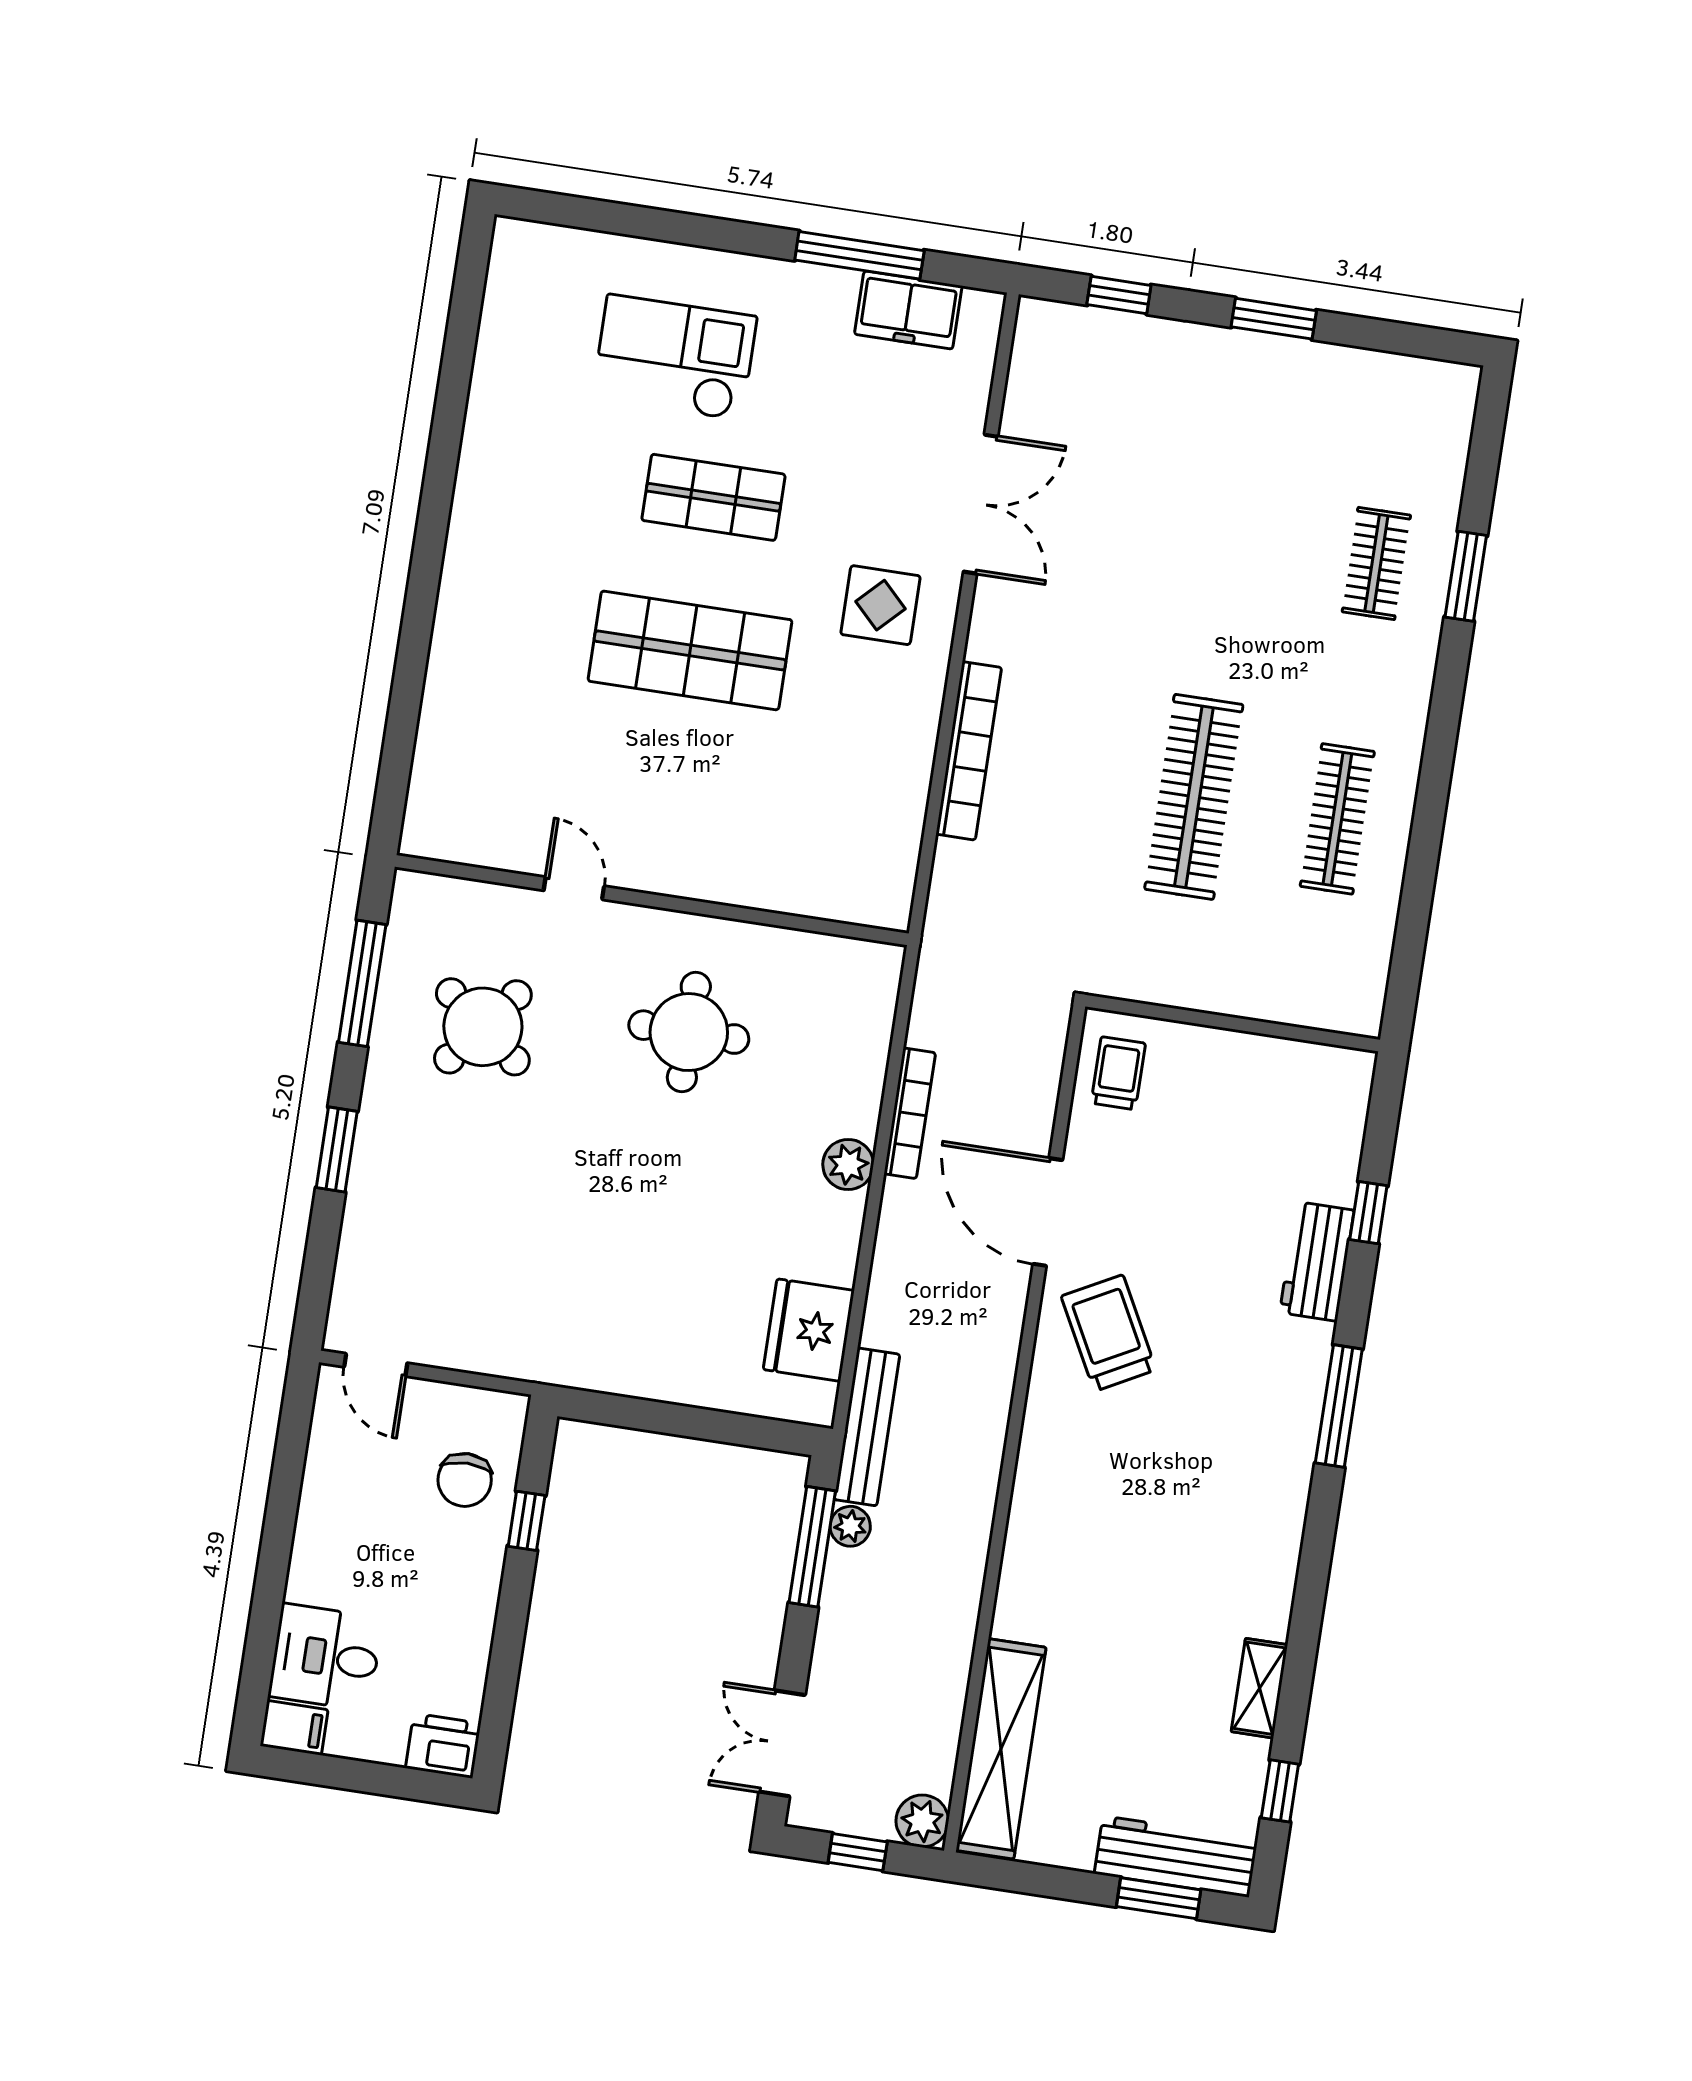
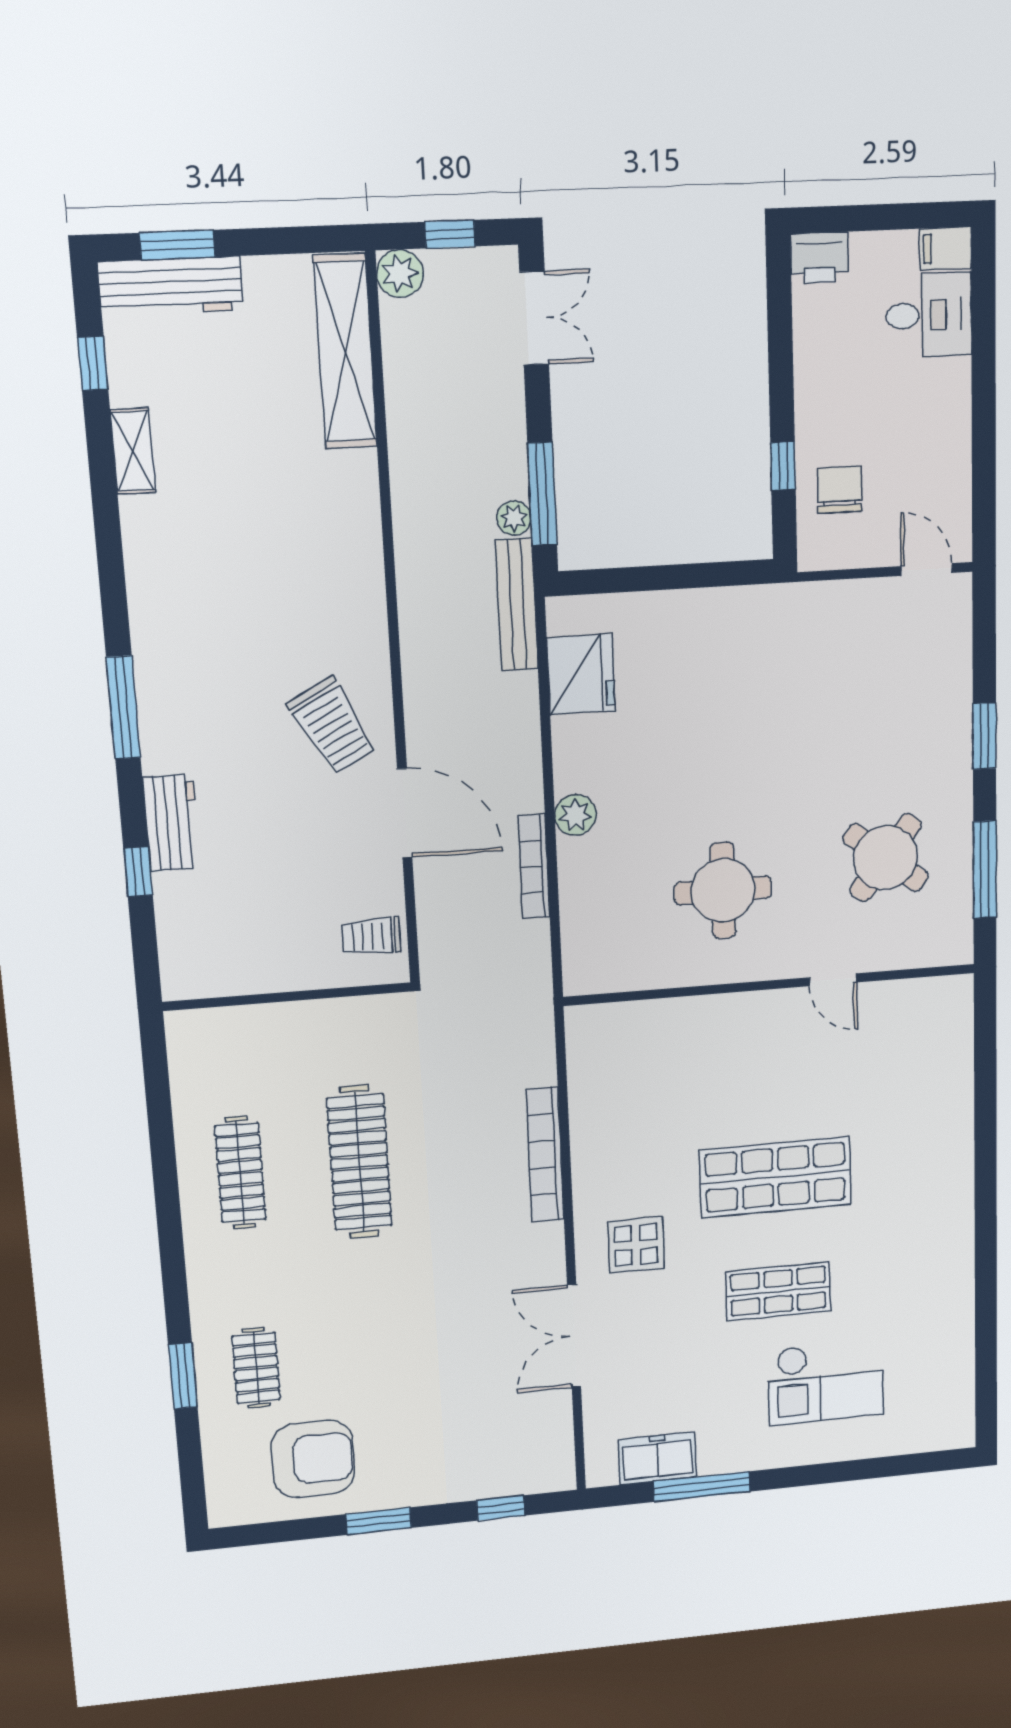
armchair: (1335, 425) -> (313, 1459), added
trolley: (1118, 1073) -> (372, 936), turned 90

